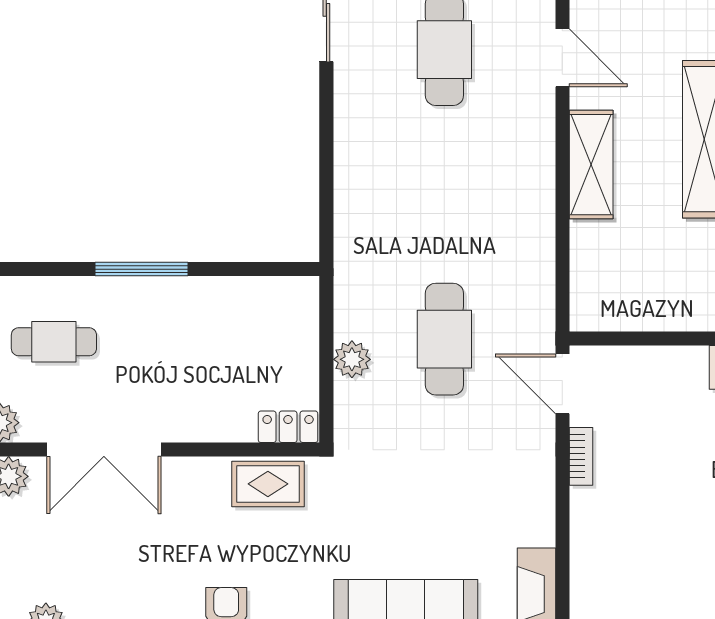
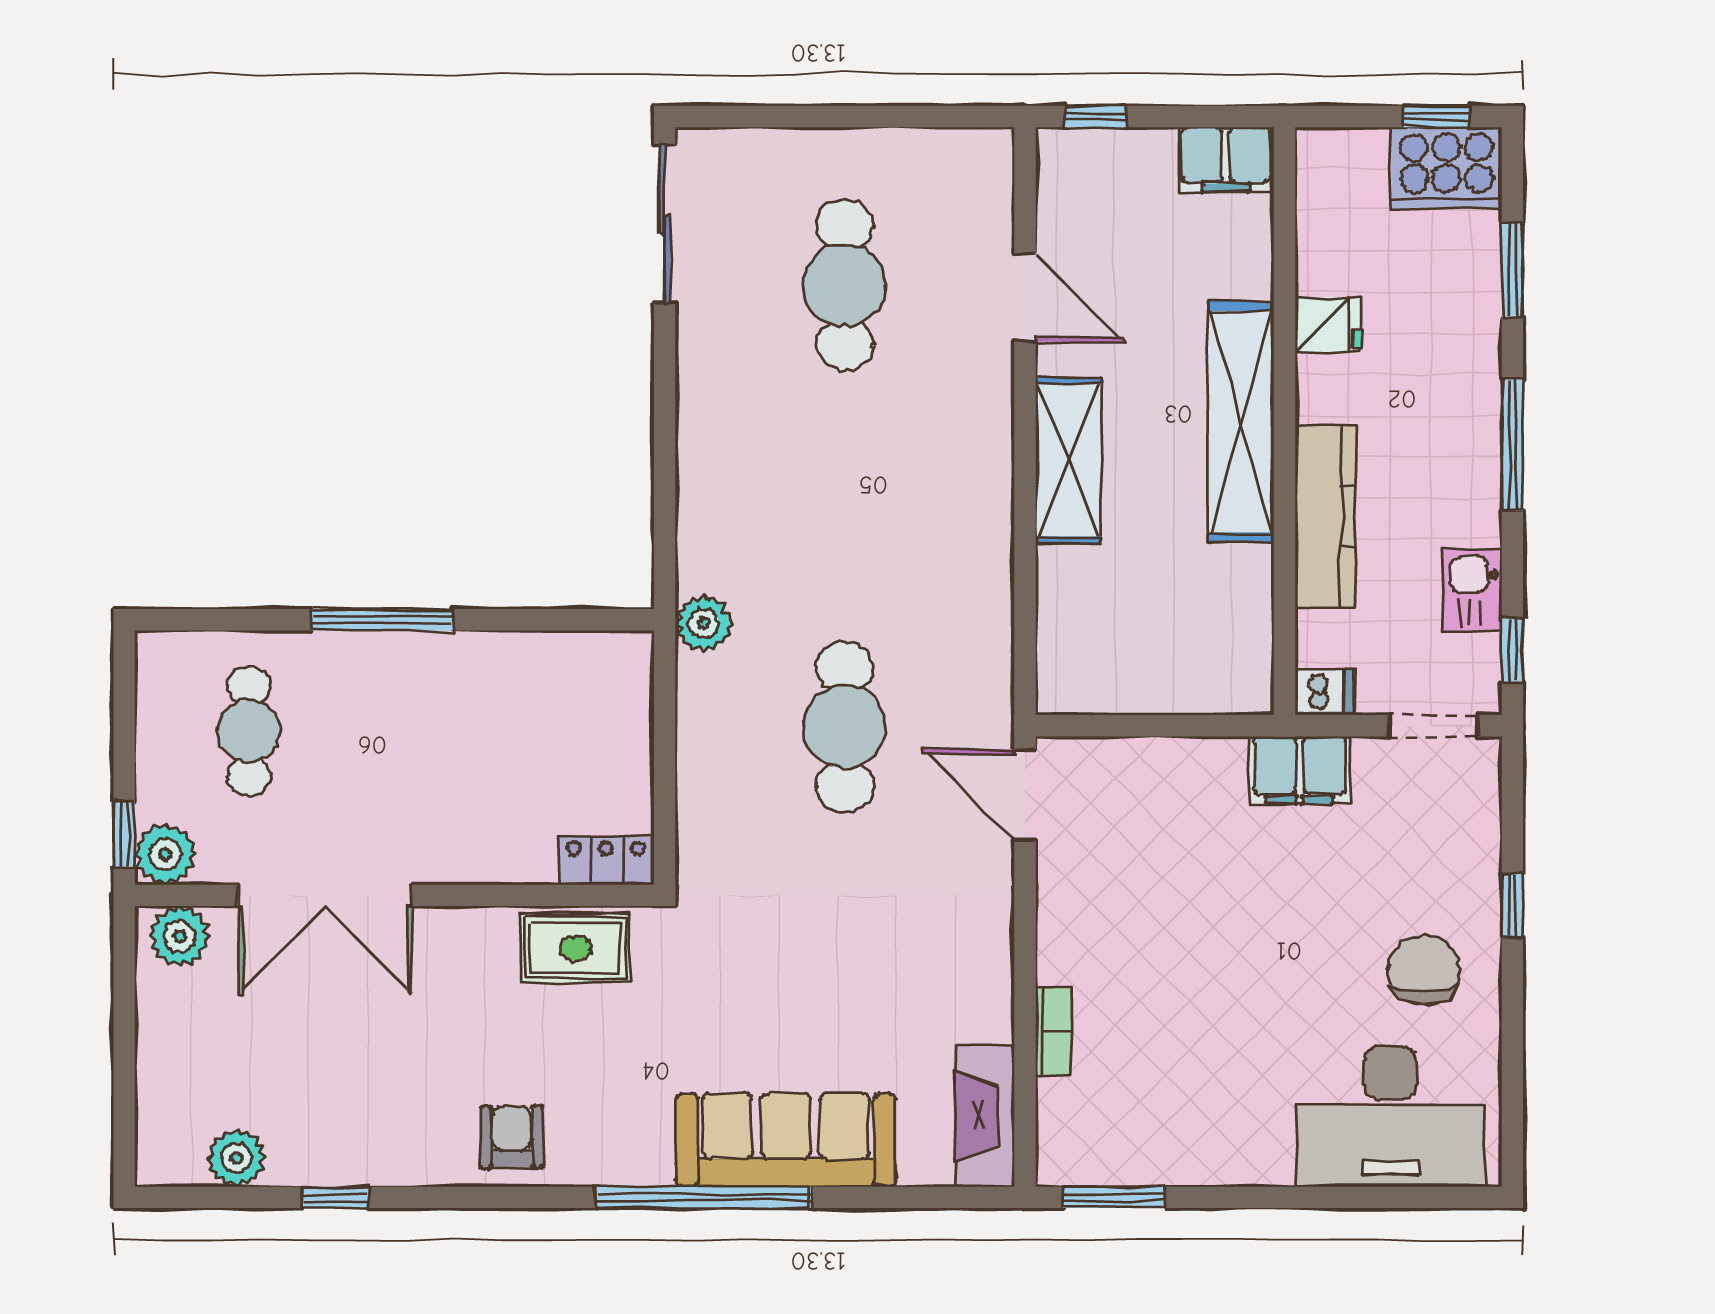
cafe table: (54, 342) -> (249, 731), turned 90
plant: (352, 359) -> (704, 623), moved
bookcase: (581, 456) -> (1053, 1032), moved

